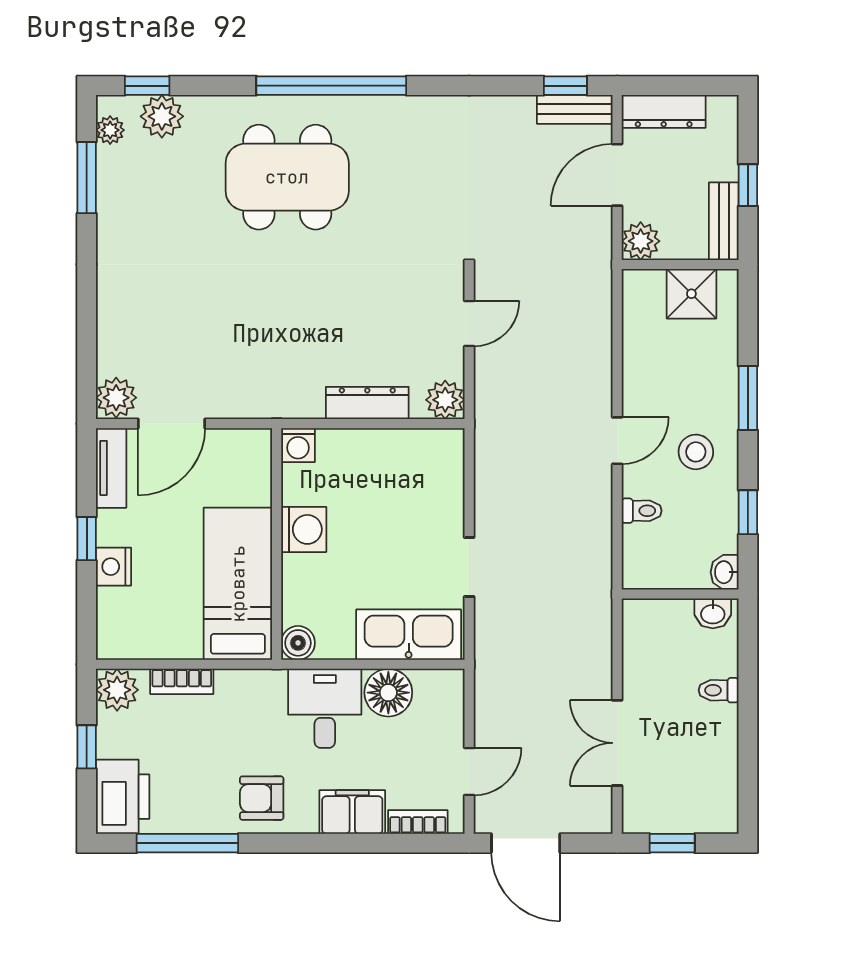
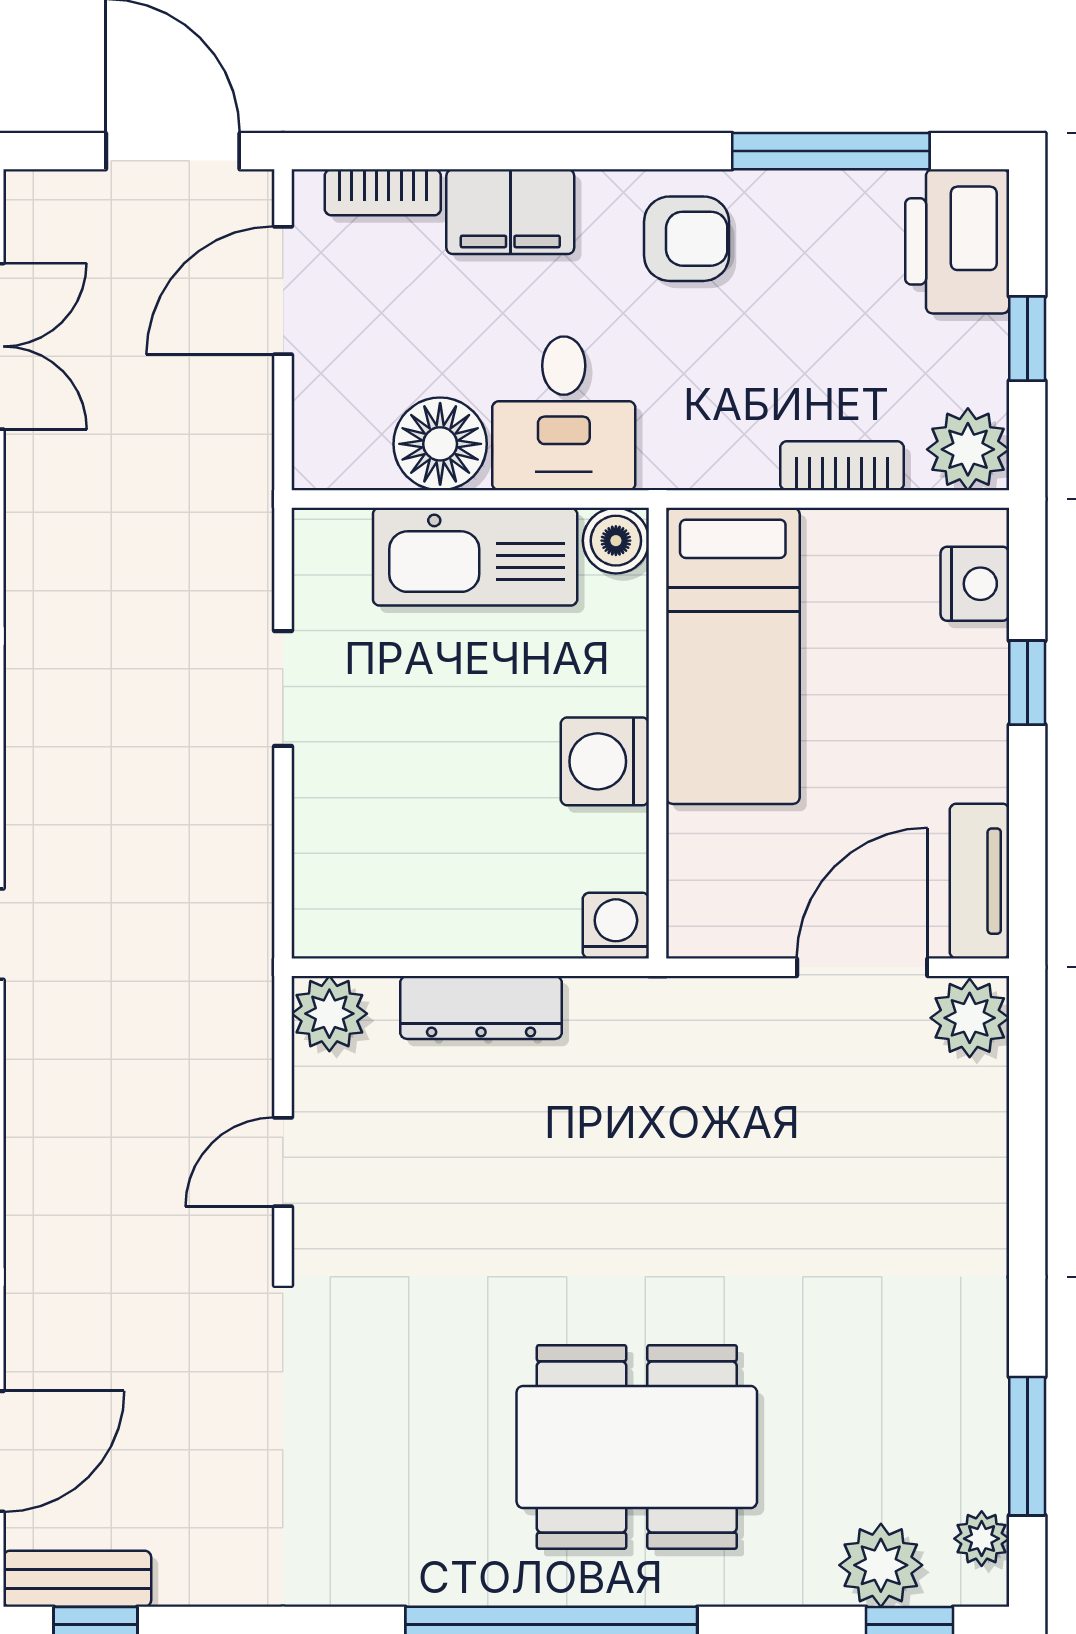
window: (87, 539) -> (1027, 683), moved
nightstand: (114, 567) -> (975, 584), moved
kitchen sink: (409, 635) -> (475, 557), moved
door: (469, 771) -> (283, 290), width x1.38

